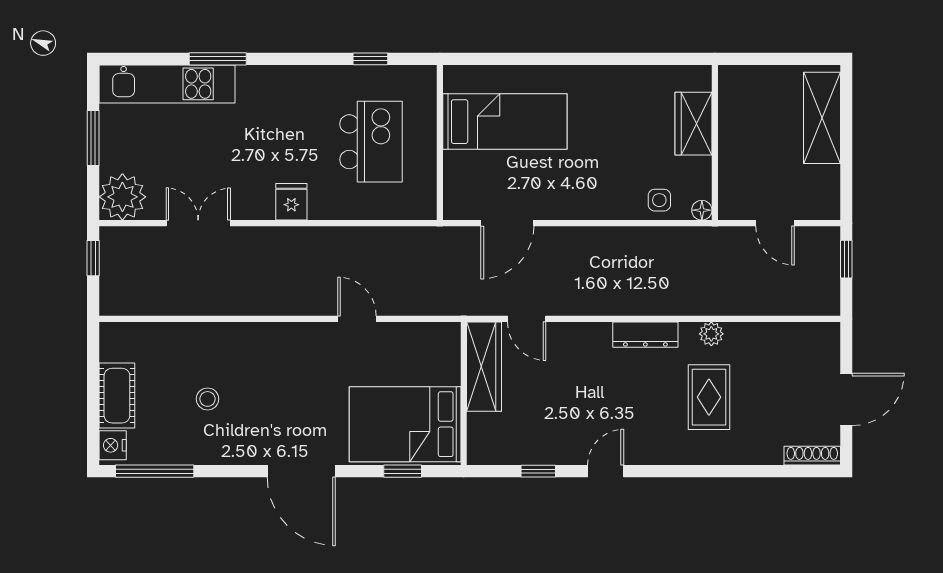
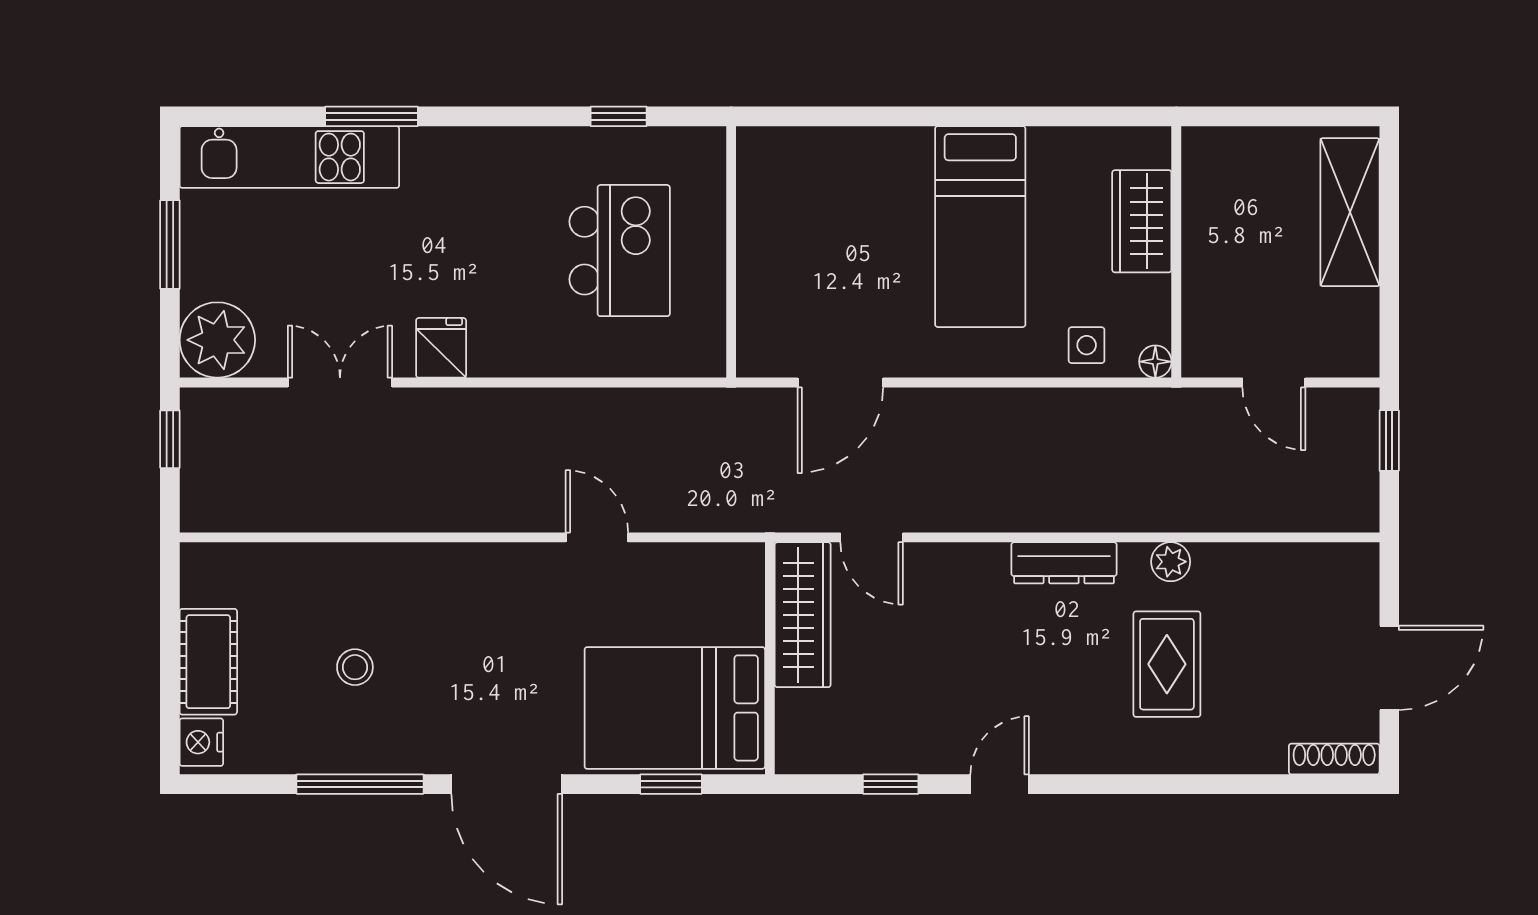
bed: (505, 122) -> (980, 227), moved, turned 90
fridge: (291, 202) -> (441, 348), moved
window: (155, 471) -> (360, 784), moved

